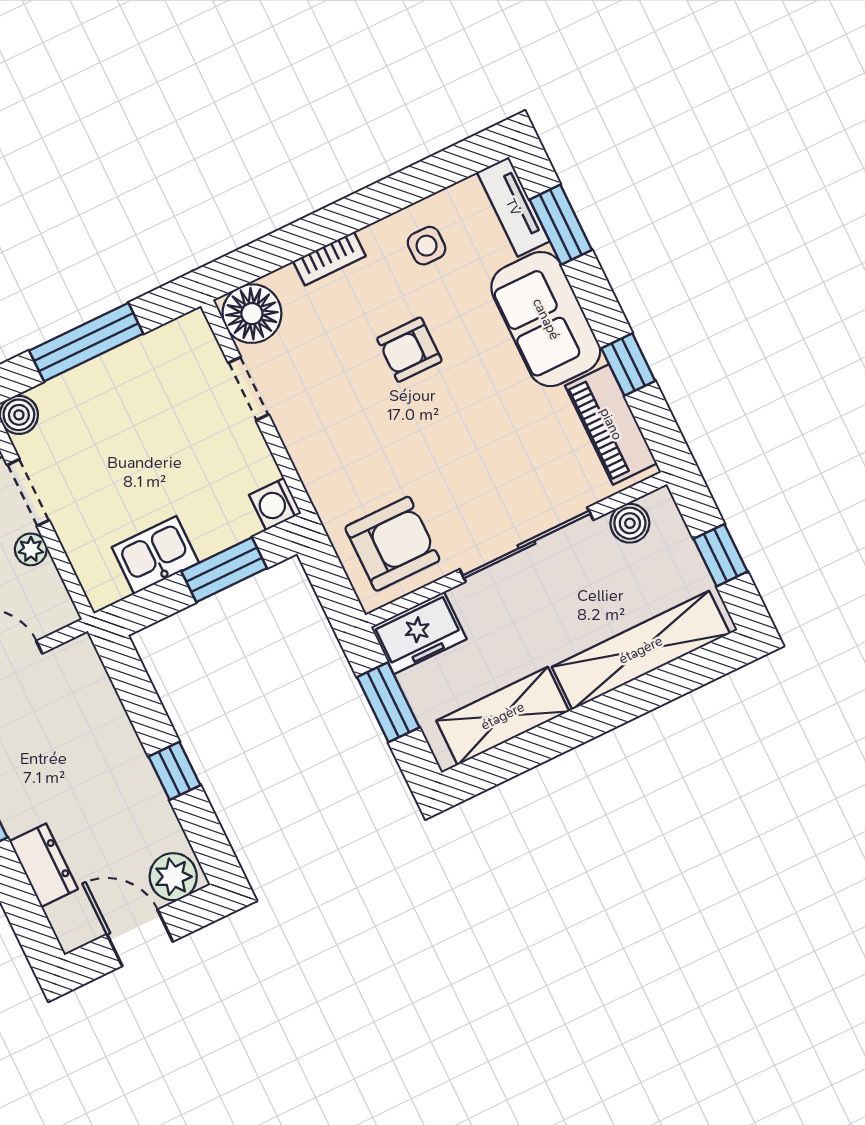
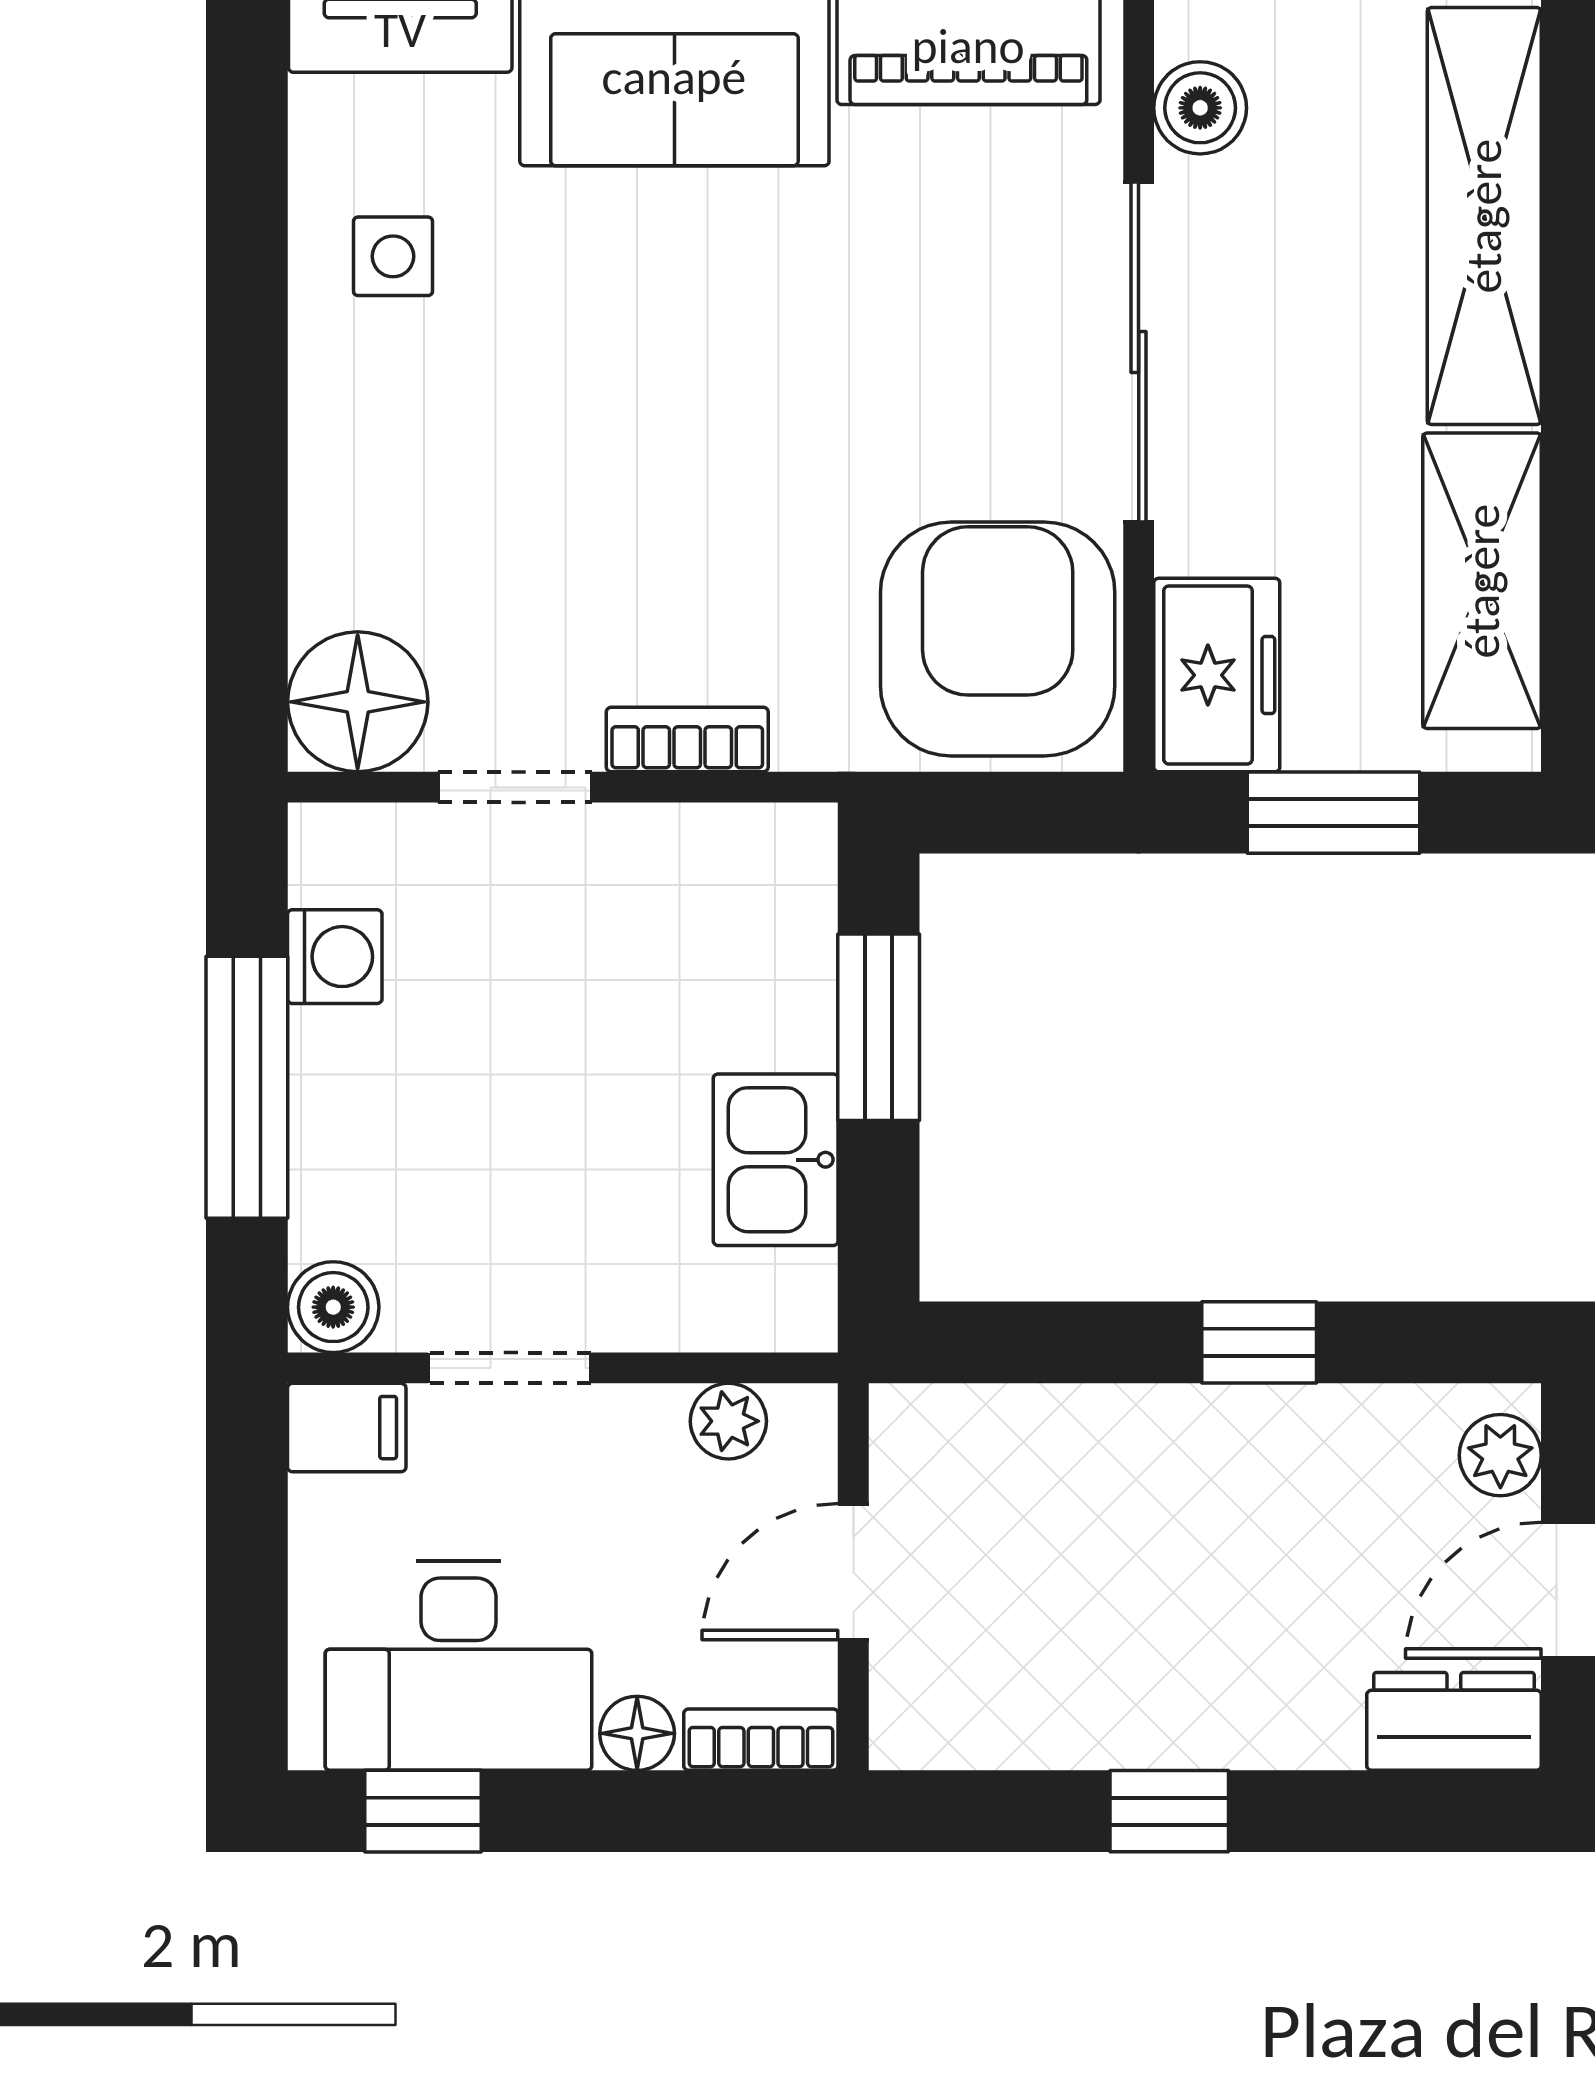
bookcase: (329, 259) -> (687, 739), moved, turned -90
armchair: (409, 350) -> (598, 401), removed
washing machine: (275, 504) -> (335, 957), moved, turned -90
armchair: (392, 544) -> (998, 639), width x1.36, depth x1.36
plant: (31, 549) -> (728, 1421), moved
dresser: (44, 865) -> (1454, 1721), moved
plant: (173, 877) -> (1500, 1455), width x0.73, depth x0.73

